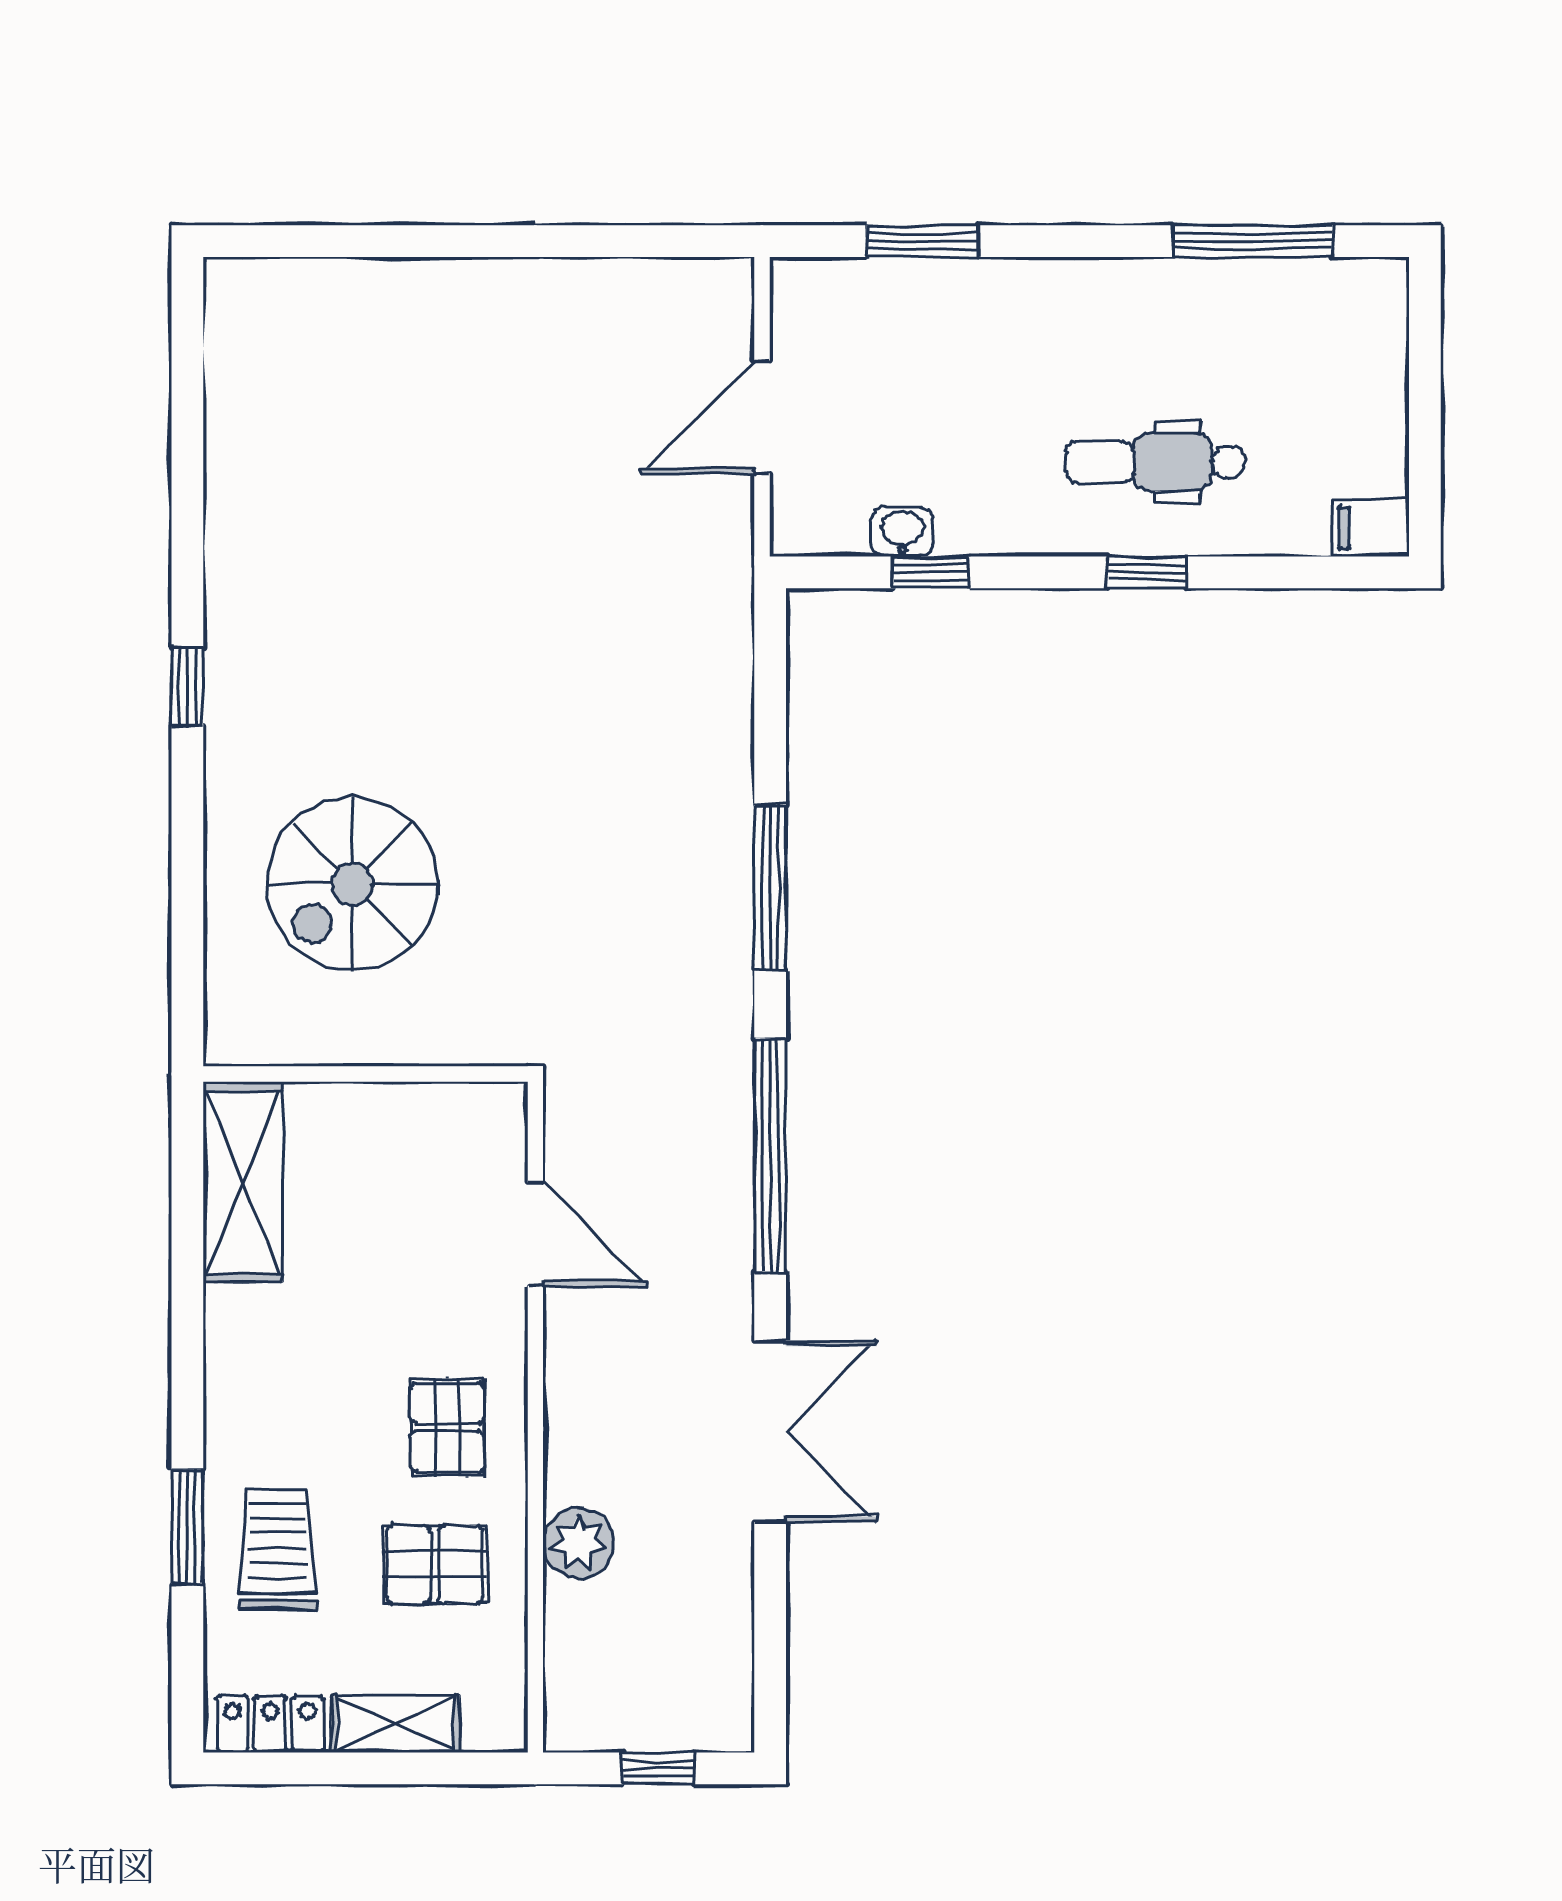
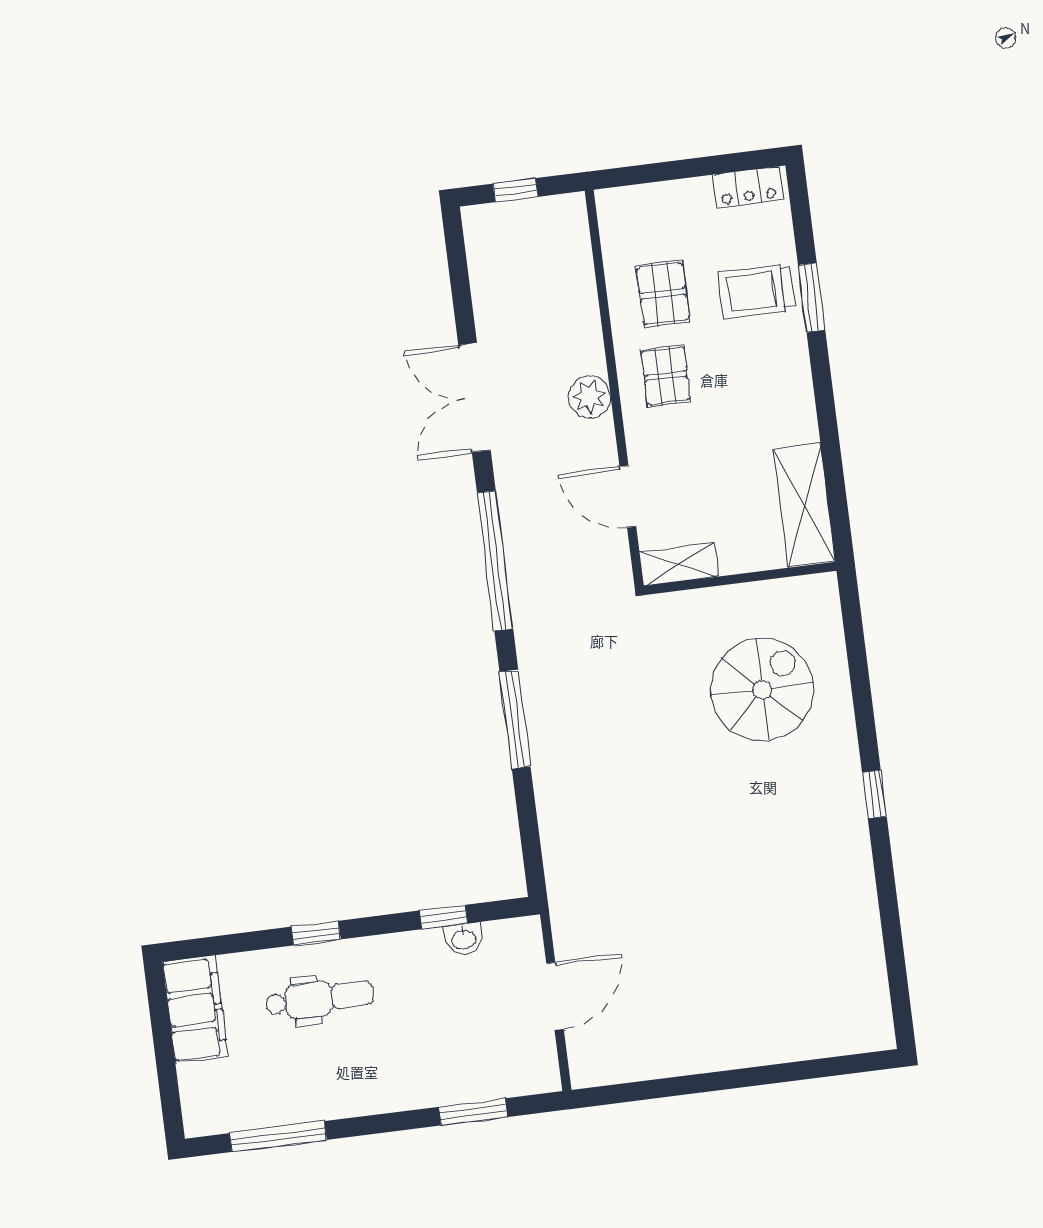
filing cabinet: (1371, 528) -> (195, 1010), width x3.00, depth x1.17
plant: (578, 1543) -> (590, 397), moved
trolley: (278, 1549) -> (757, 291), turned 90
pallet: (434, 1565) -> (663, 294), turned 90
shelving: (395, 1724) -> (679, 564), moved

